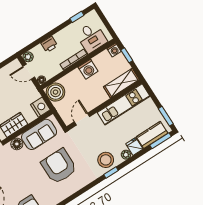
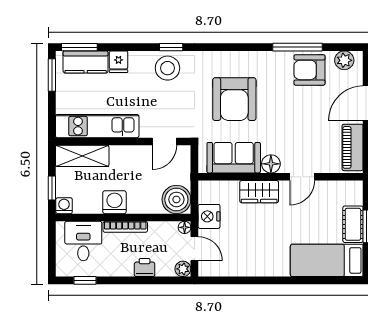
nightstand: (40, 107) -> (209, 216), moved
plant: (126, 155) -> (136, 58), removed

